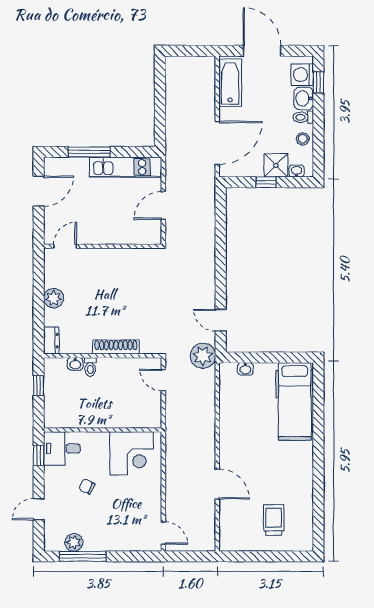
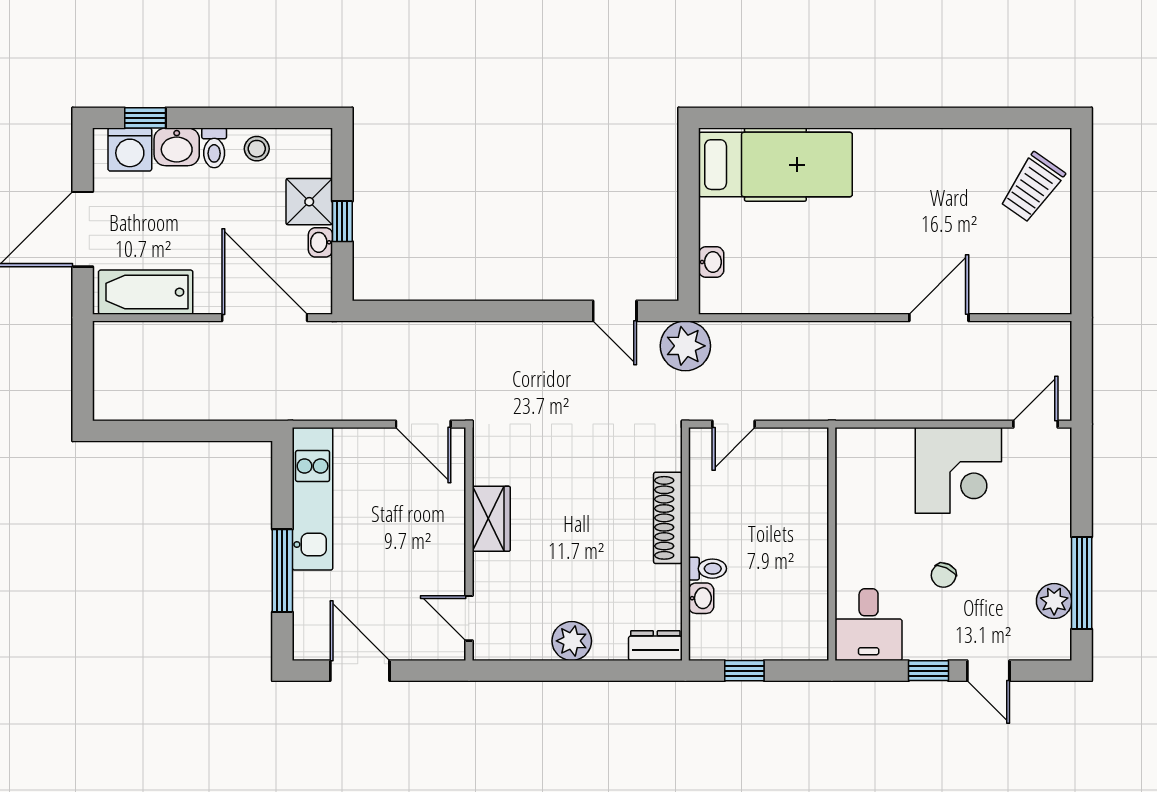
washbasin: (297, 171) -> (320, 242), moved
door: (163, 206) -> (423, 424), moved
wardrobe: (115, 258) -> (491, 519), added
door: (221, 320) -> (615, 311), hinge flipped
corner desk: (132, 453) -> (958, 470), moved, turned 90
window: (39, 455) -> (928, 671), moved
trolley: (274, 520) -> (1032, 187), moved, turned -55

